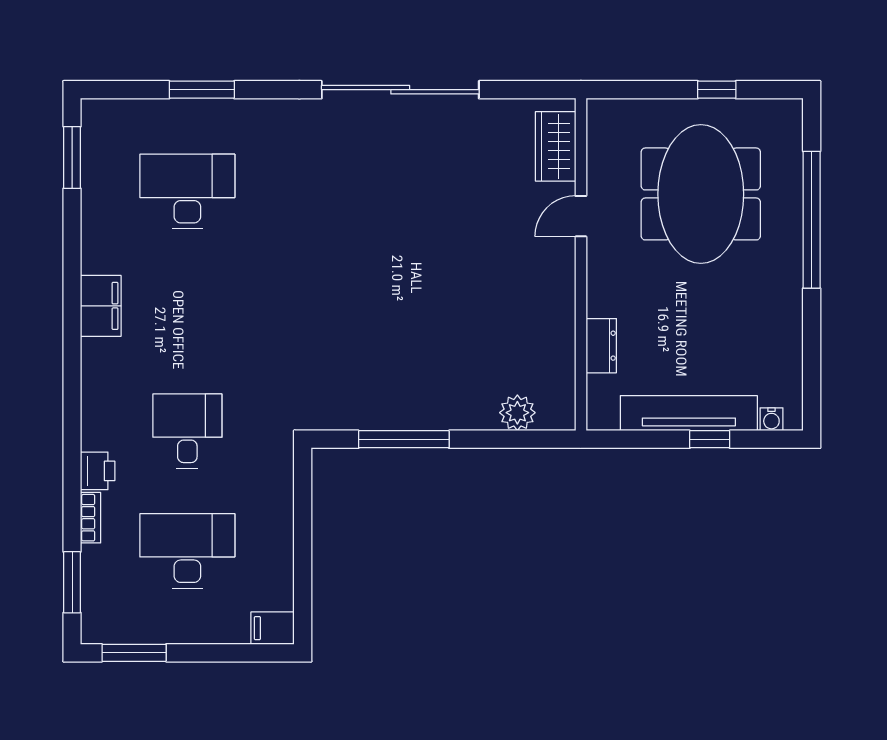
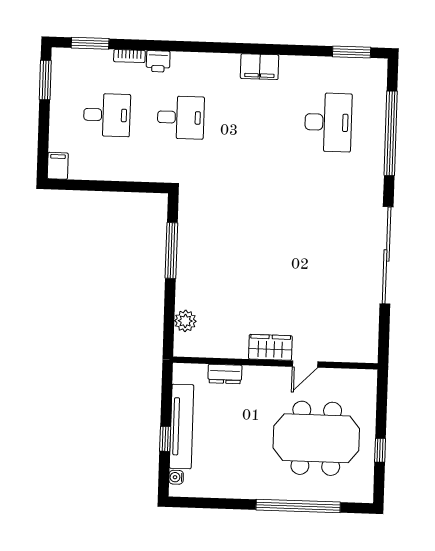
window: (202, 90) -> (391, 133), width x2.11
wardrobe: (556, 146) -> (270, 347), moved
door: (581, 216) -> (305, 364), swing flipped
desk: (187, 551) -> (107, 115), width x0.73

